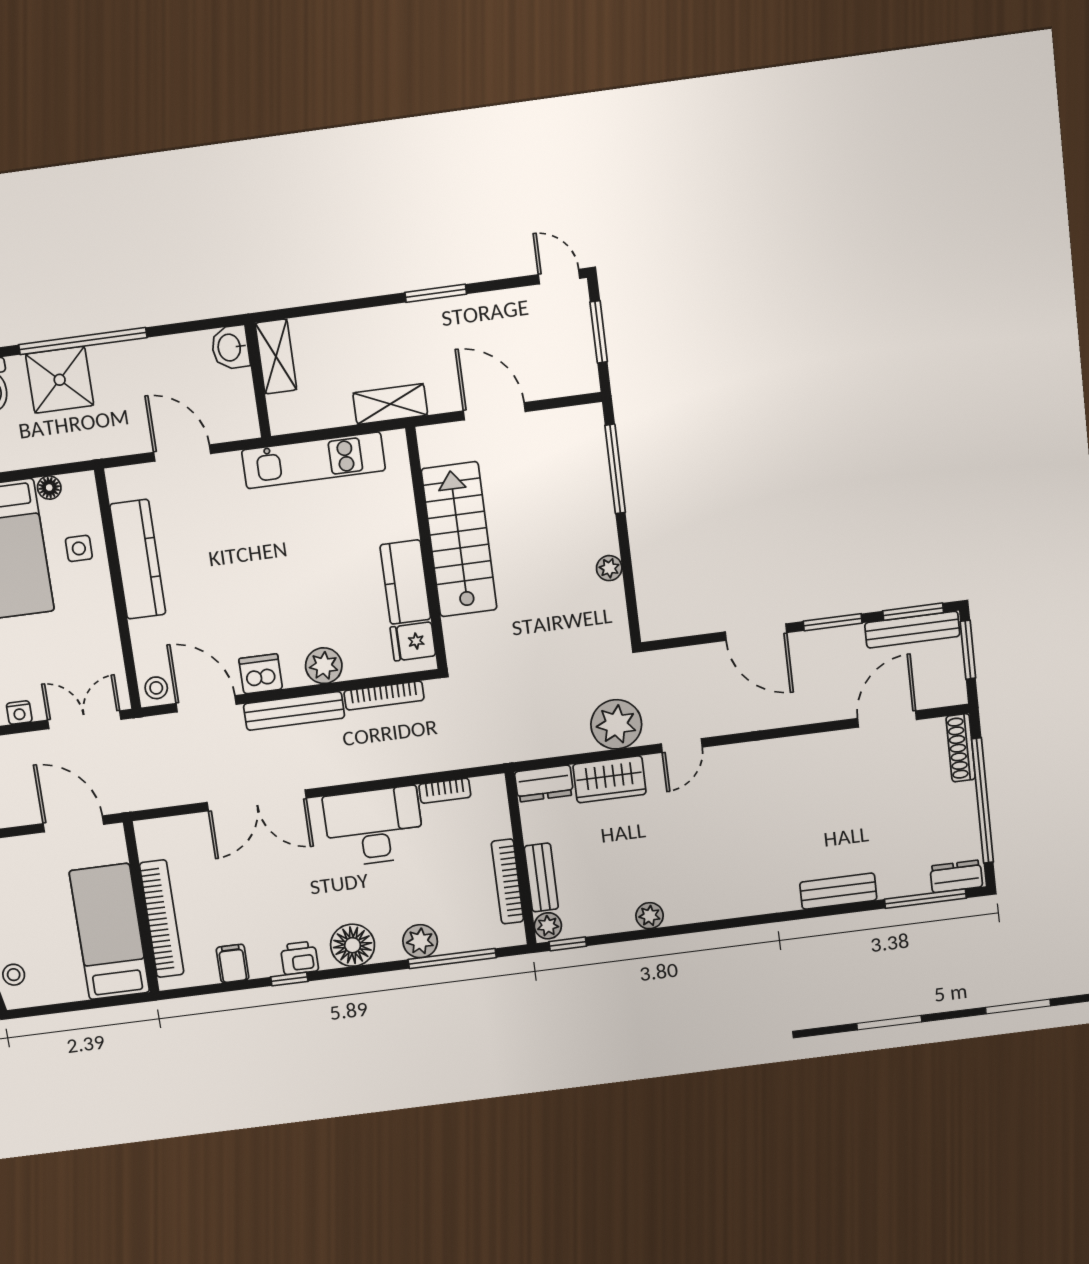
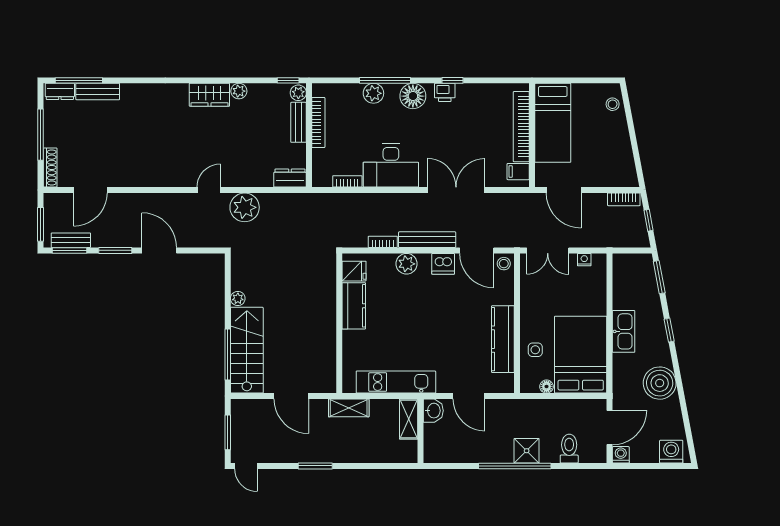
washbasin: (230, 347) -> (433, 411), moved
shelving: (276, 356) -> (409, 419), moved
shower: (60, 380) -> (527, 451), width x0.73, depth x0.73
stairs: (459, 539) -> (247, 350), moved, turned 180
bench: (912, 630) -> (71, 240), width x0.73
bookcase: (384, 695) -> (383, 242), width x0.64
wardrobe: (609, 779) -> (209, 95), moved, turned 180
window: (983, 801) -> (41, 135), width x0.68
bench: (838, 891) -> (98, 91), moved
window: (452, 958) -> (385, 80), moved
filing cabinet: (233, 963) -> (518, 172), moved, turned 90

